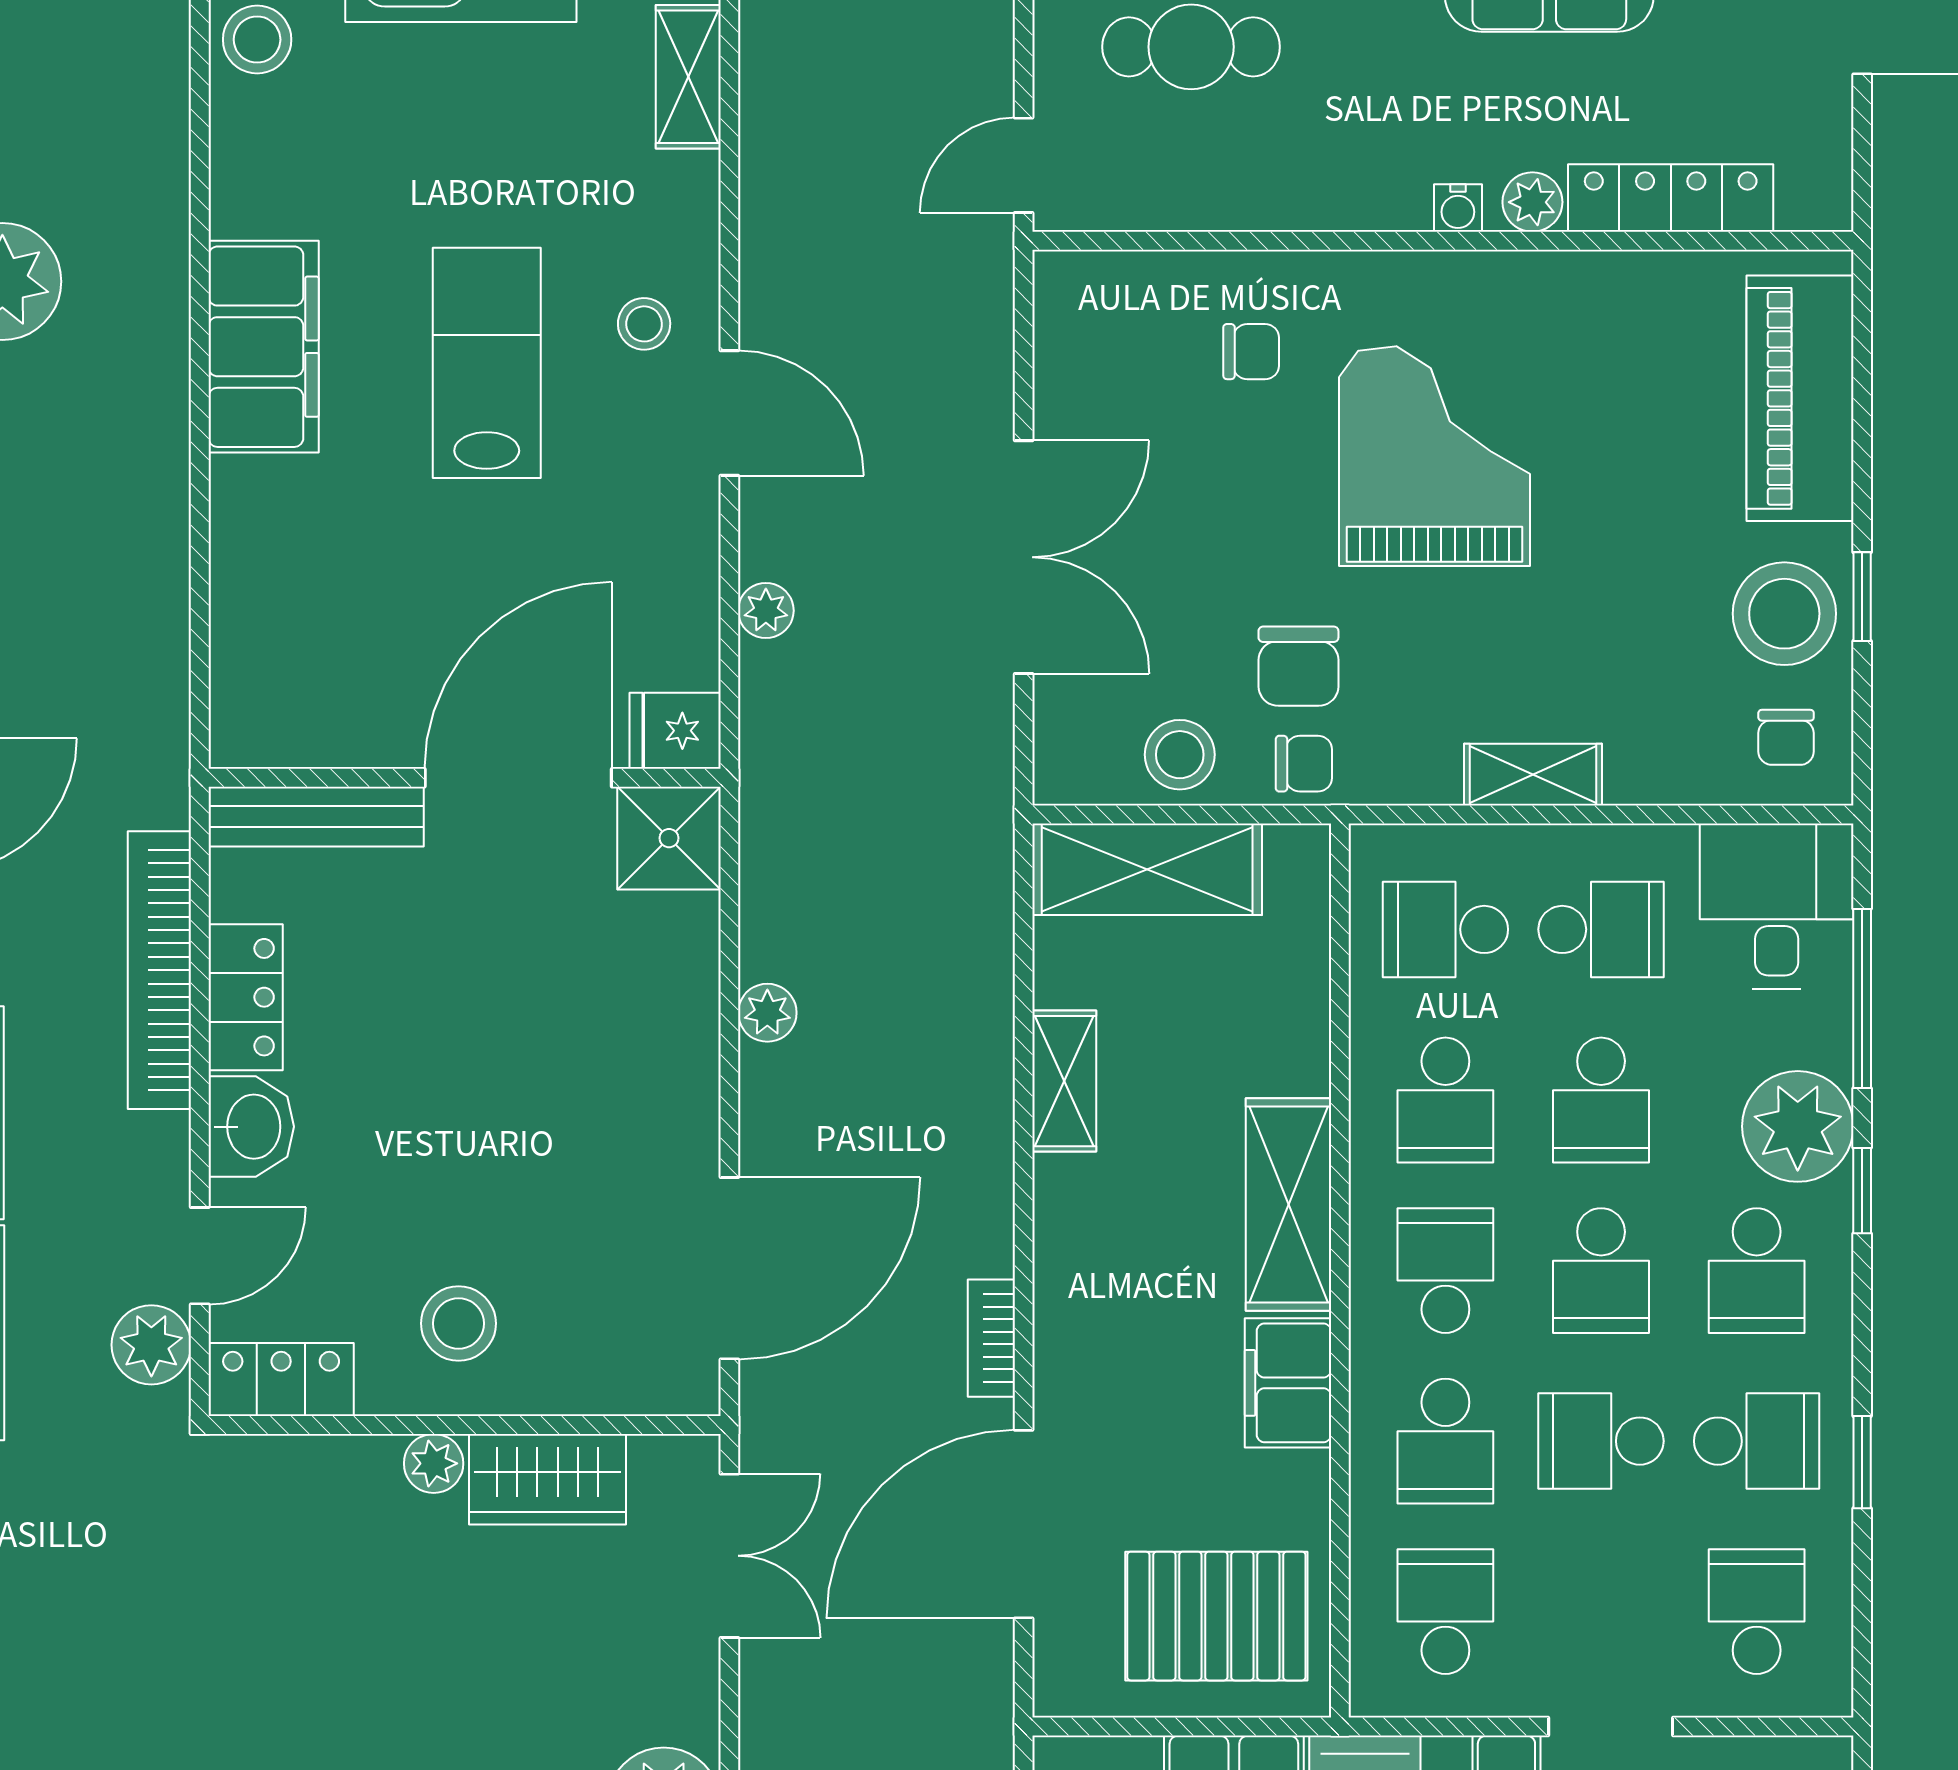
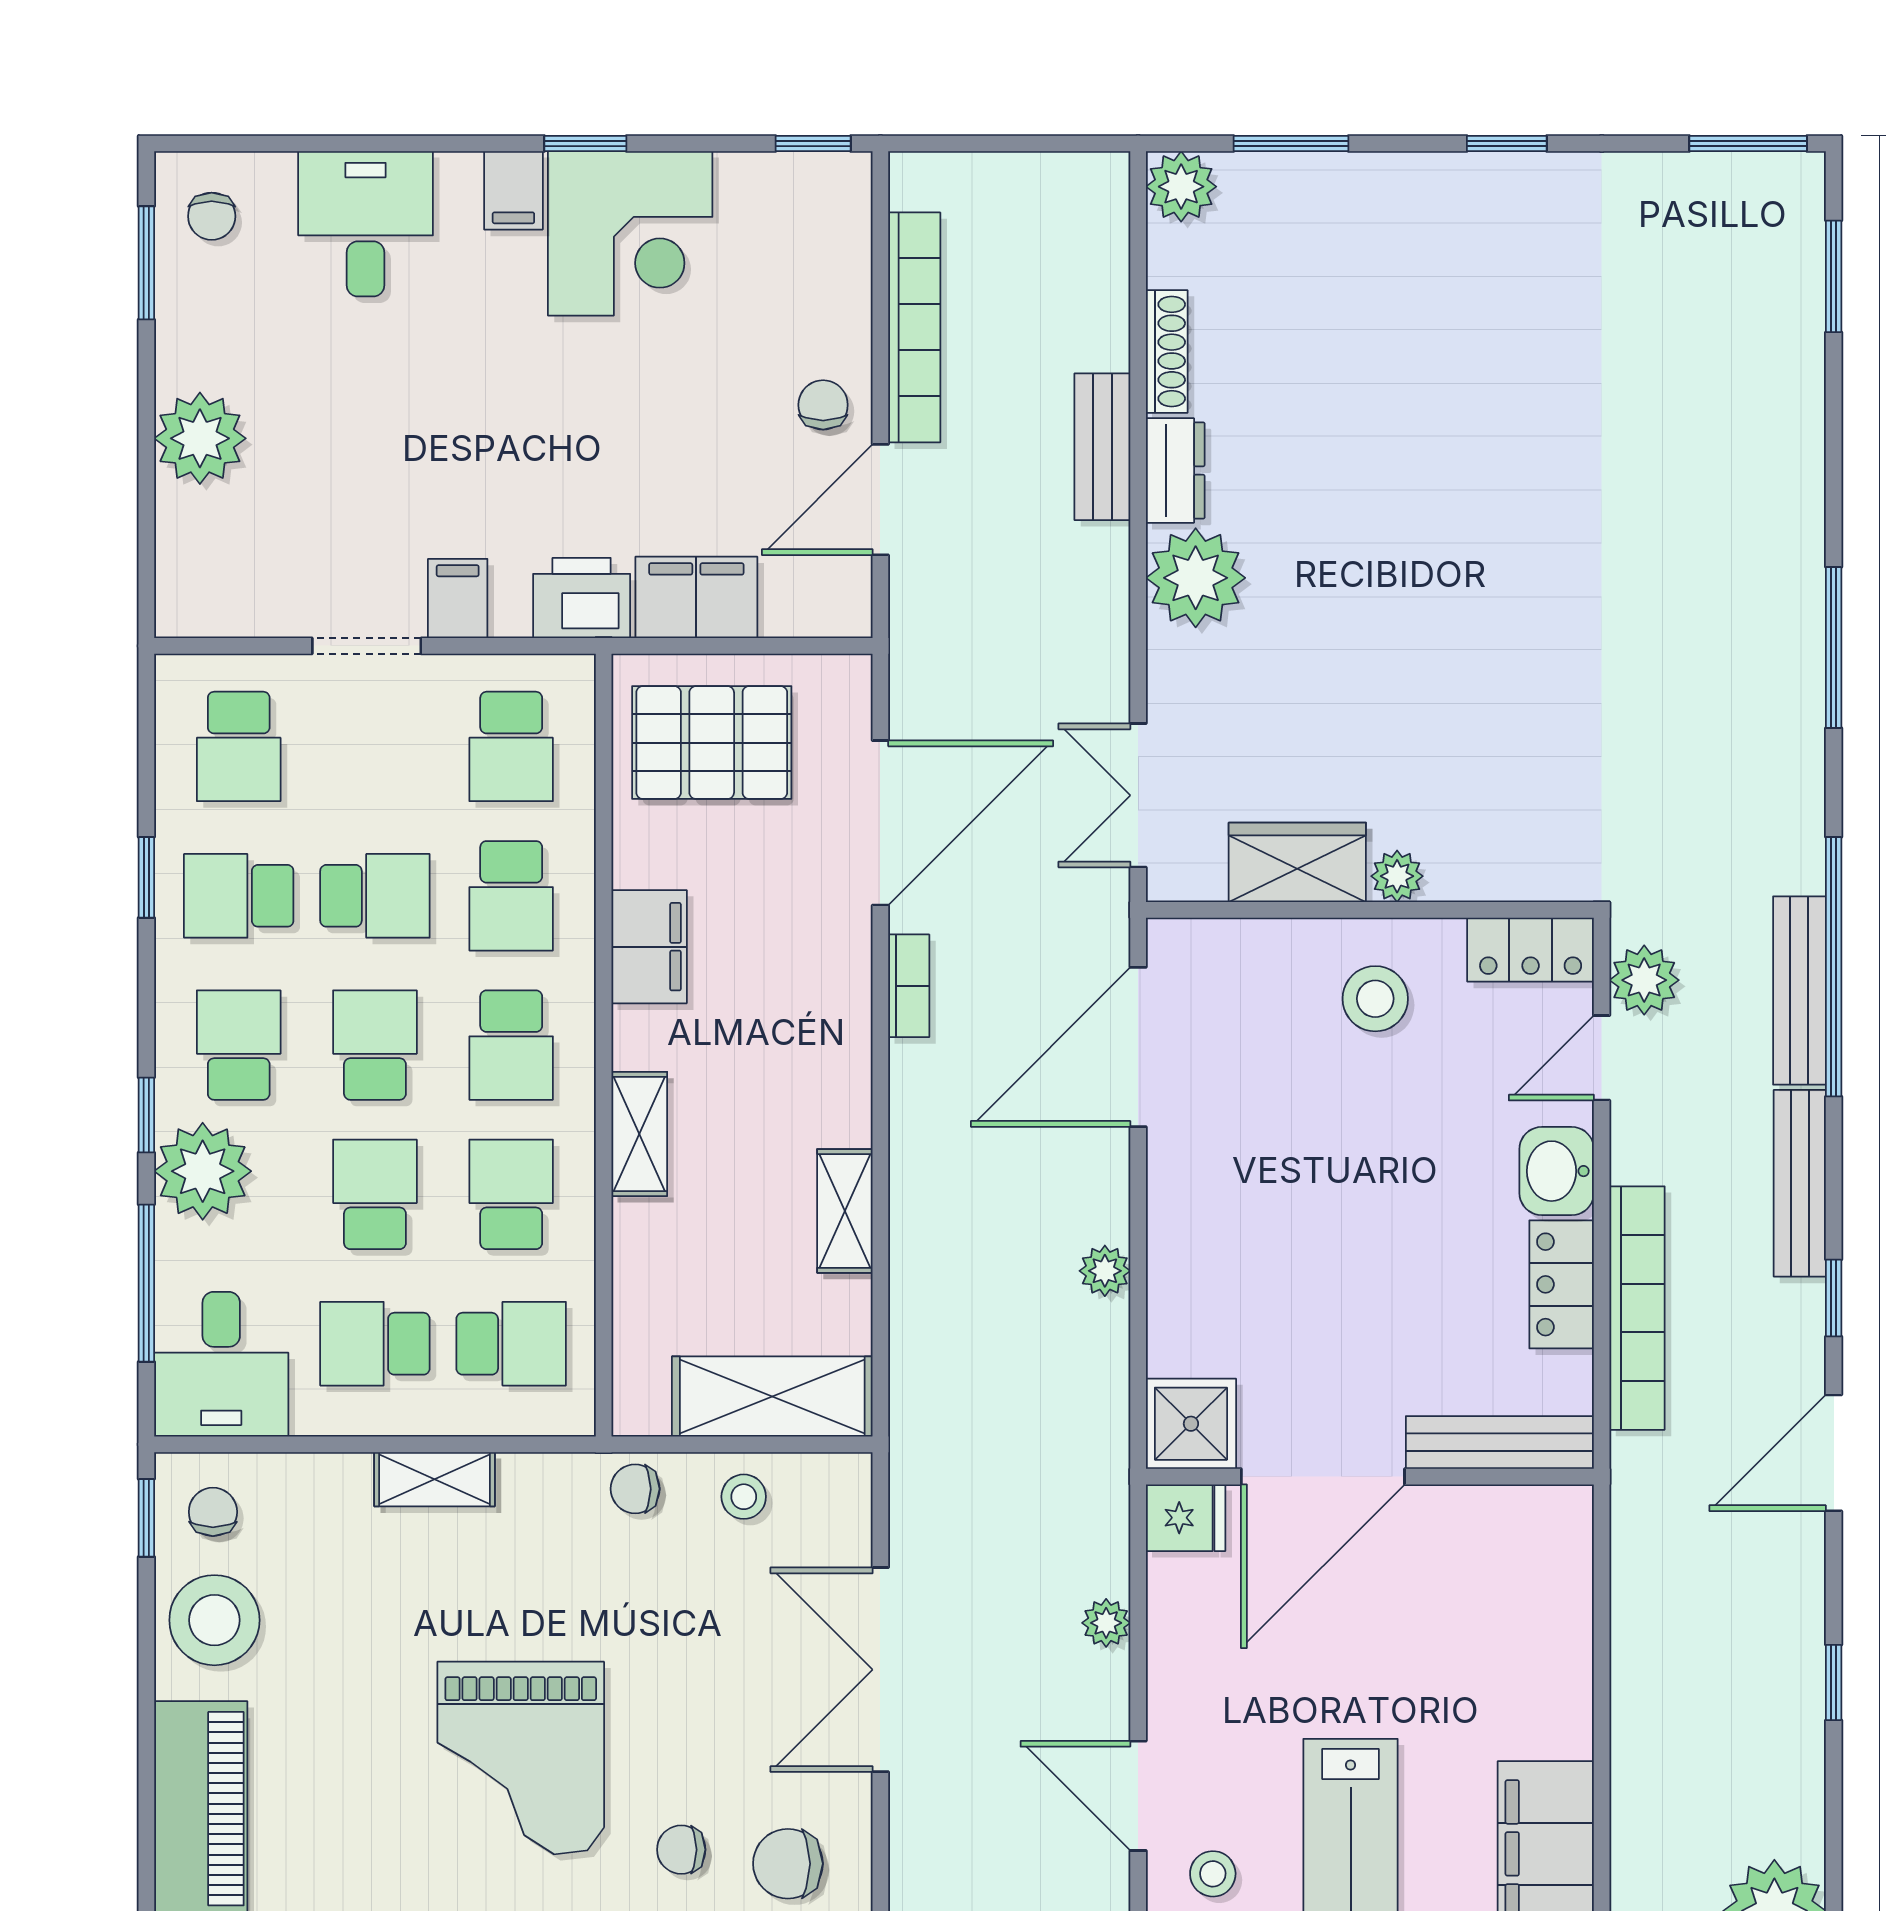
window: (1862, 597) -> (146, 1518), moved
chair: (1298, 666) -> (788, 1864), moved, turned -90
stool: (1180, 755) -> (744, 1497), width x0.73, depth x0.73
shelving: (1289, 1204) -> (639, 1134), width x0.67, depth x0.75
school desk: (1445, 1441) -> (511, 896), turned 180

